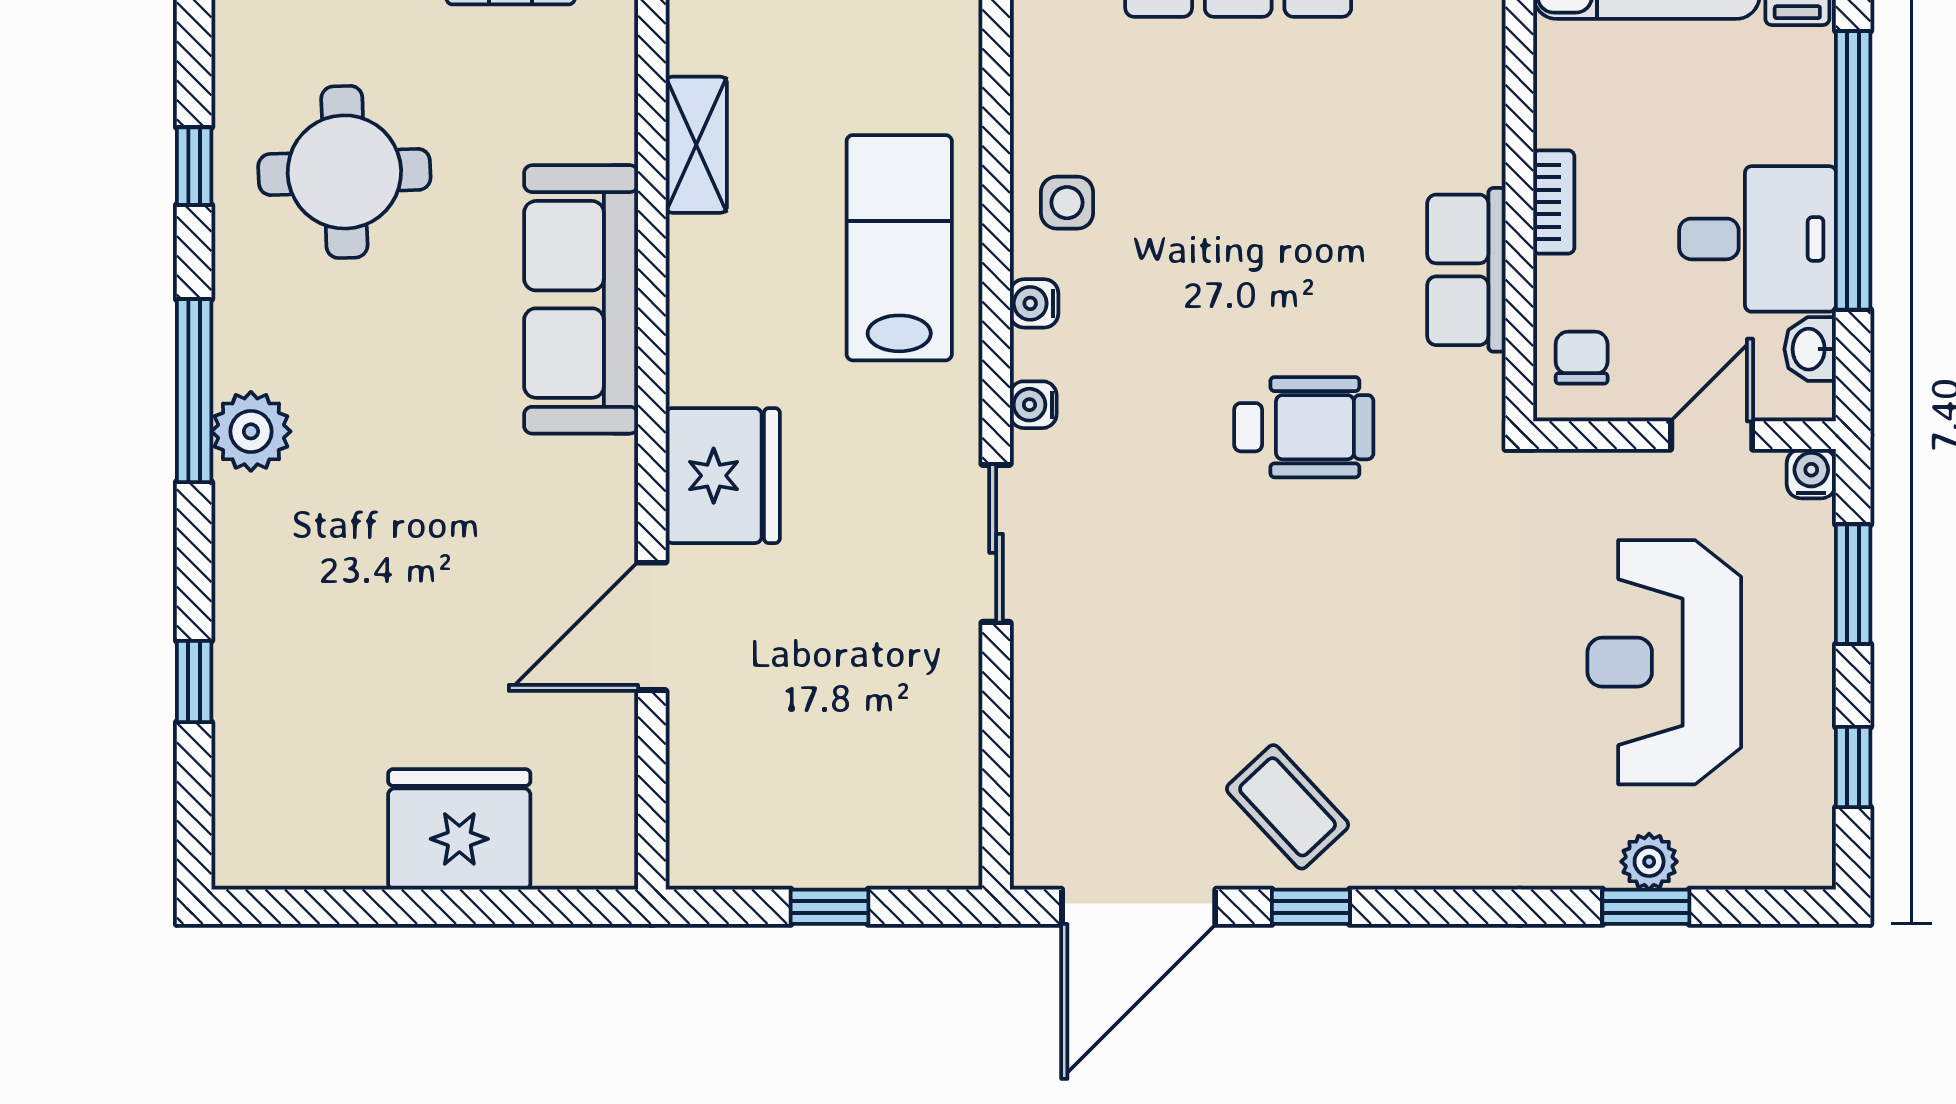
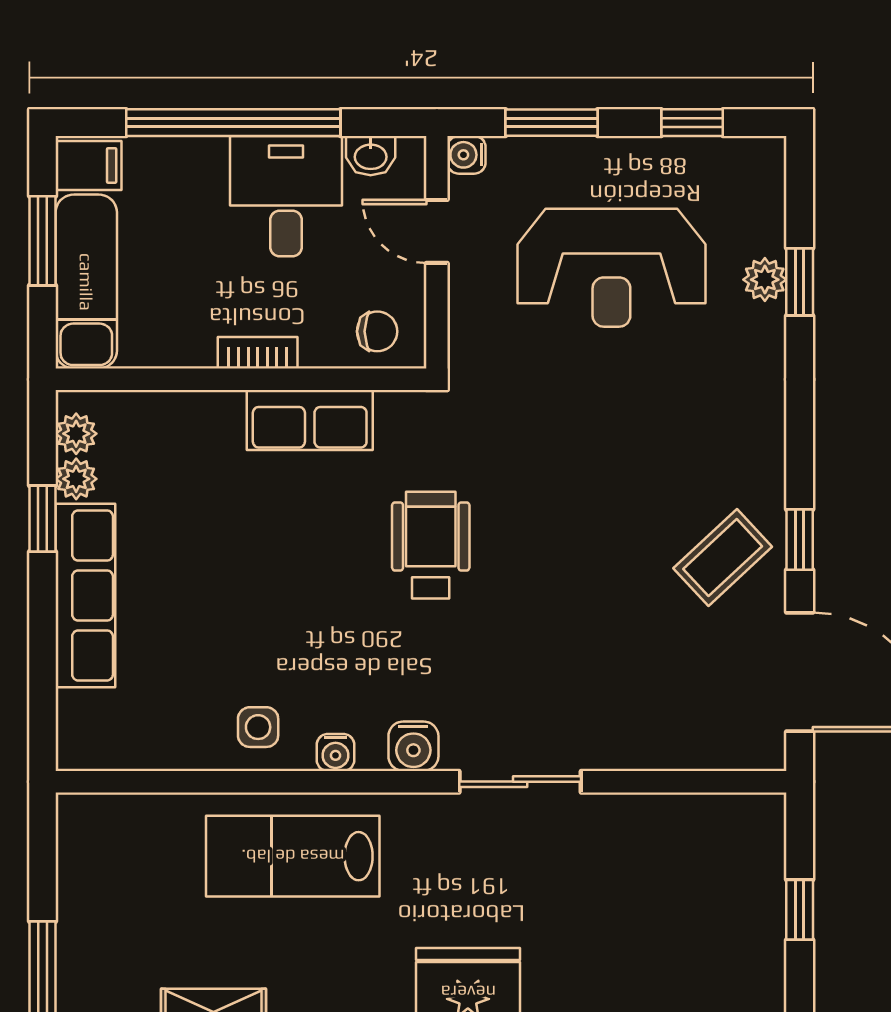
chair: (1582, 358) -> (377, 331), turned 180
water cooler: (1033, 405) -> (413, 746), width x1.38, depth x1.38

